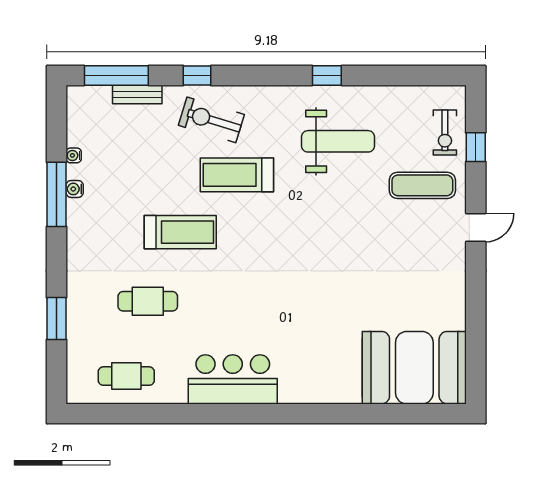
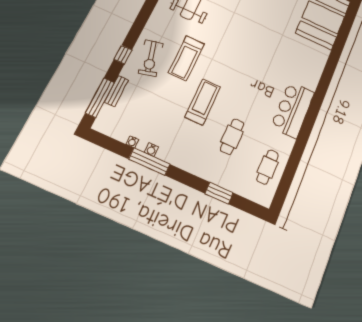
exercise bike: (211, 120) -> (151, 58), turned -32

